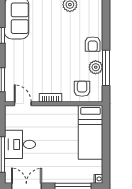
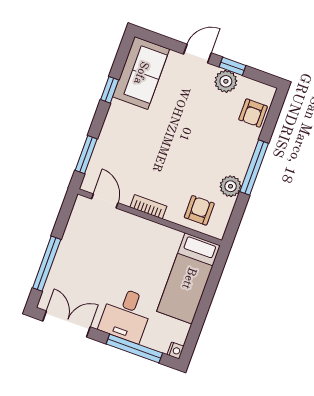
armchair: (93, 44) -> (253, 113), moved
window: (106, 68) -> (254, 168), moved
desk: (20, 144) -> (126, 315), moved, turned -90

